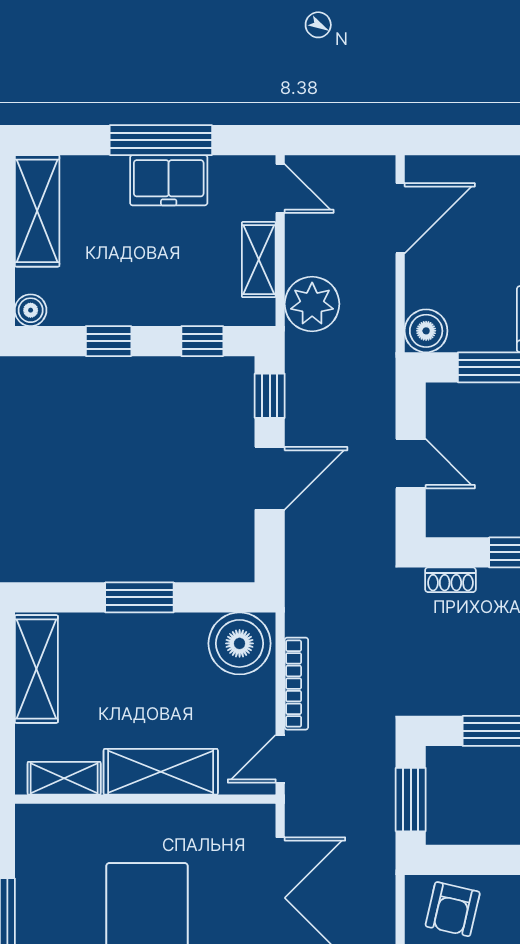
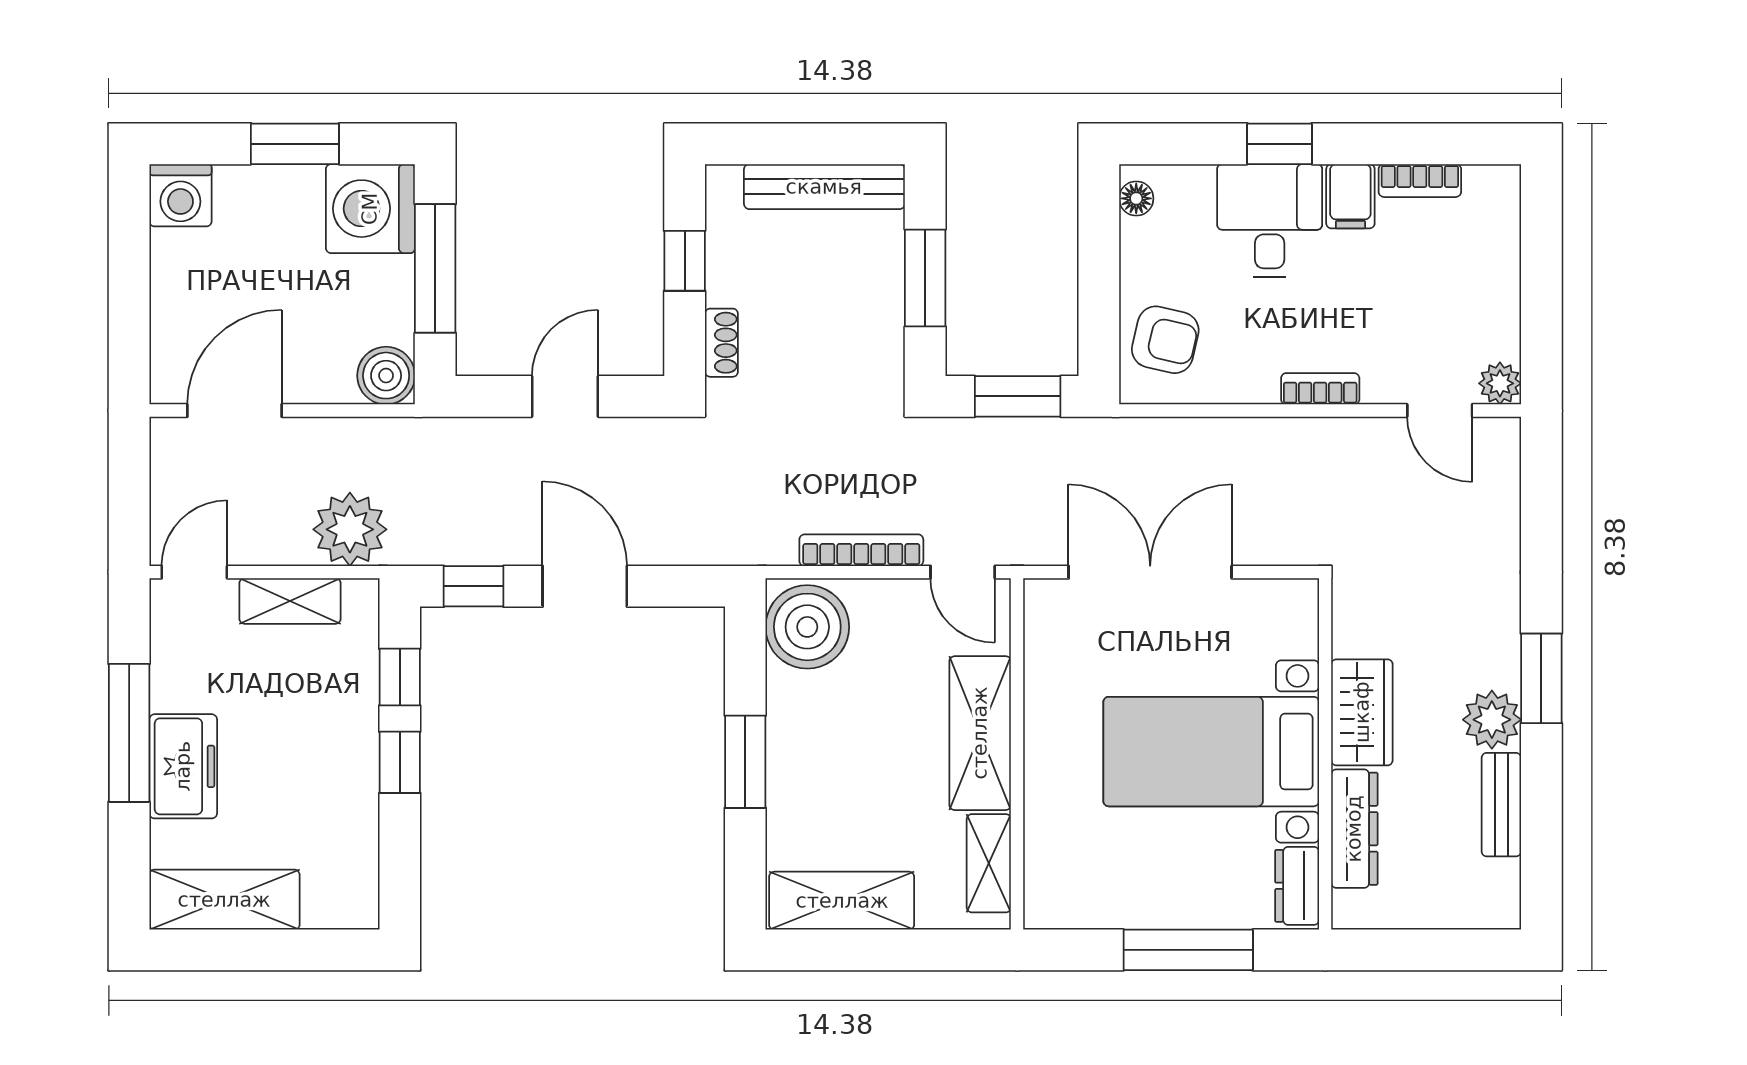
freezer: (169, 180) -> (183, 766), moved
door: (400, 218) -> (234, 411), hinge flipped
boiler: (31, 310) -> (358, 908), removed
window: (109, 341) -> (400, 762), moved

